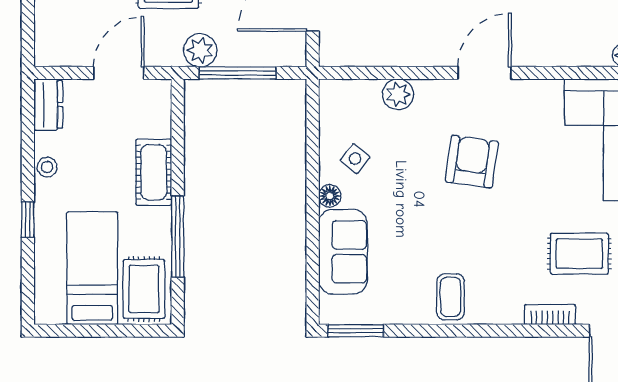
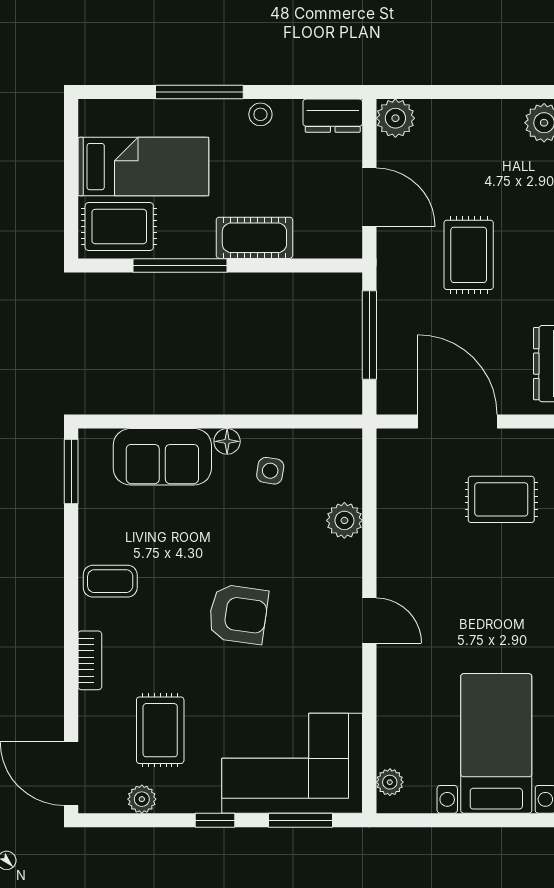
plant: (200, 50) -> (395, 118), moved
door: (484, 73) -> (369, 620), width x0.73
side table: (355, 159) -> (270, 471), turned -31
armchair: (472, 162) -> (238, 614), moved
window: (28, 220) -> (199, 92), width x2.17
bookcase: (550, 314) -> (90, 660), moved

